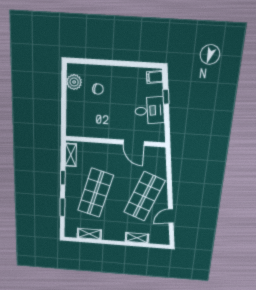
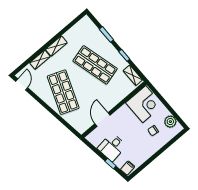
corner desk: (84, 121) -> (144, 104), added
door: (134, 143) -> (103, 119), hinge flipped
shop shelf: (95, 193) -> (95, 65), turned -30
door: (171, 216) -> (22, 85), moved
shelving: (89, 234) -> (56, 46), moved

